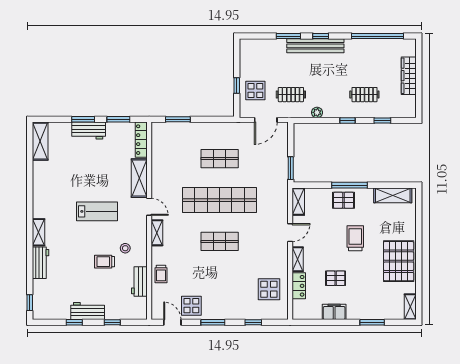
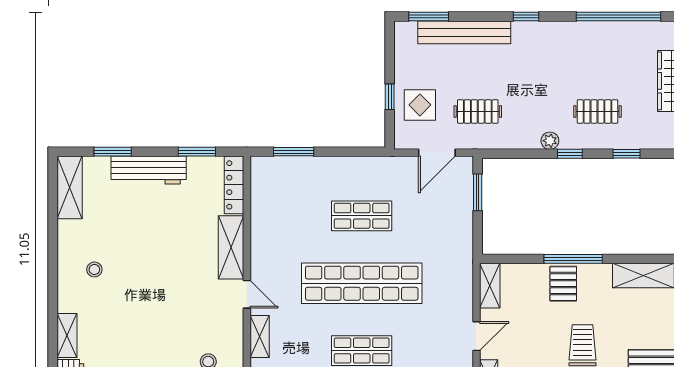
window: (288, 36) -> (429, 16), moved
bench: (315, 46) -> (464, 32), moved
plant: (317, 112) -> (550, 141), moved
window: (83, 119) -> (113, 152), moved
workbench: (89, 130) -> (149, 170), width x1.37
window: (291, 168) -> (478, 192), moved
stool: (55, 192) -> (94, 269), added
pallet: (343, 200) -> (563, 284), turned 90
lab bench: (97, 211) -> (162, 302), removed

